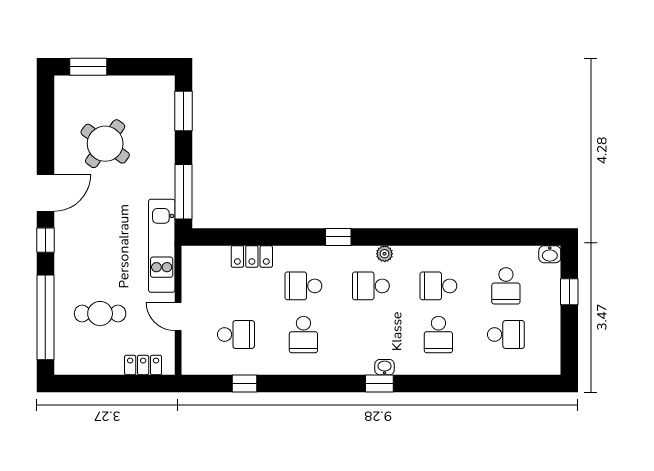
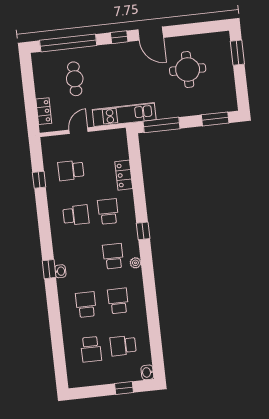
round table: (105, 144) -> (188, 70), turned -36
school desk: (236, 335) -> (71, 170), turned 90
school desk: (303, 335) -> (76, 215), turned 180
school desk: (438, 335) -> (86, 305), turned 90

